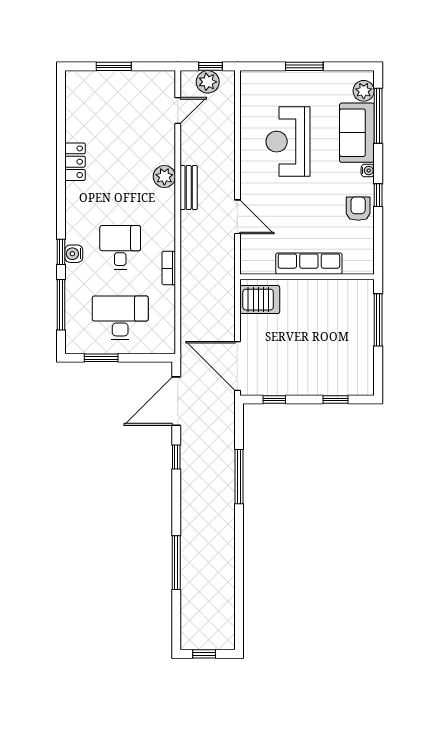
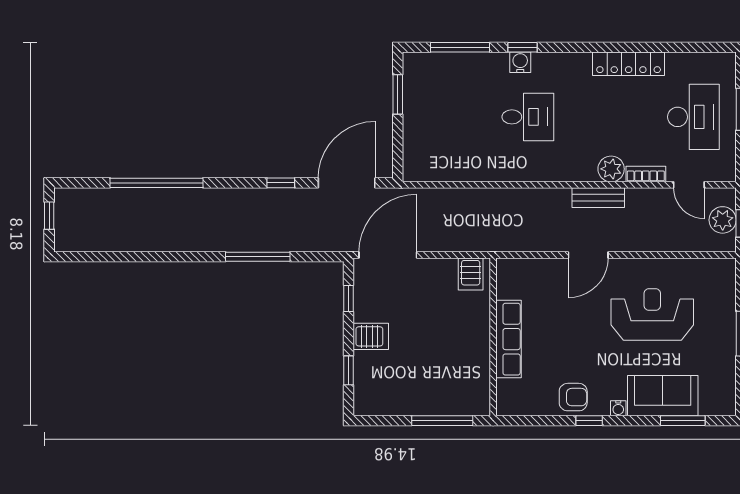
plant: (364, 91) -> (712, 404), removed
window: (378, 116) -> (683, 421), width x0.69
locker: (75, 162) -> (629, 64), width x1.53
door: (237, 217) -> (588, 255), moved
bookcase: (169, 268) -> (646, 174), moved
server rack: (260, 300) -> (471, 274), width x0.73, depth x0.70
desk: (120, 318) -> (693, 117), moved
server rack: (307, 381) -> (371, 336), added
door: (176, 401) -> (347, 183), hinge flipped
window: (176, 563) -> (157, 183), width x1.46

